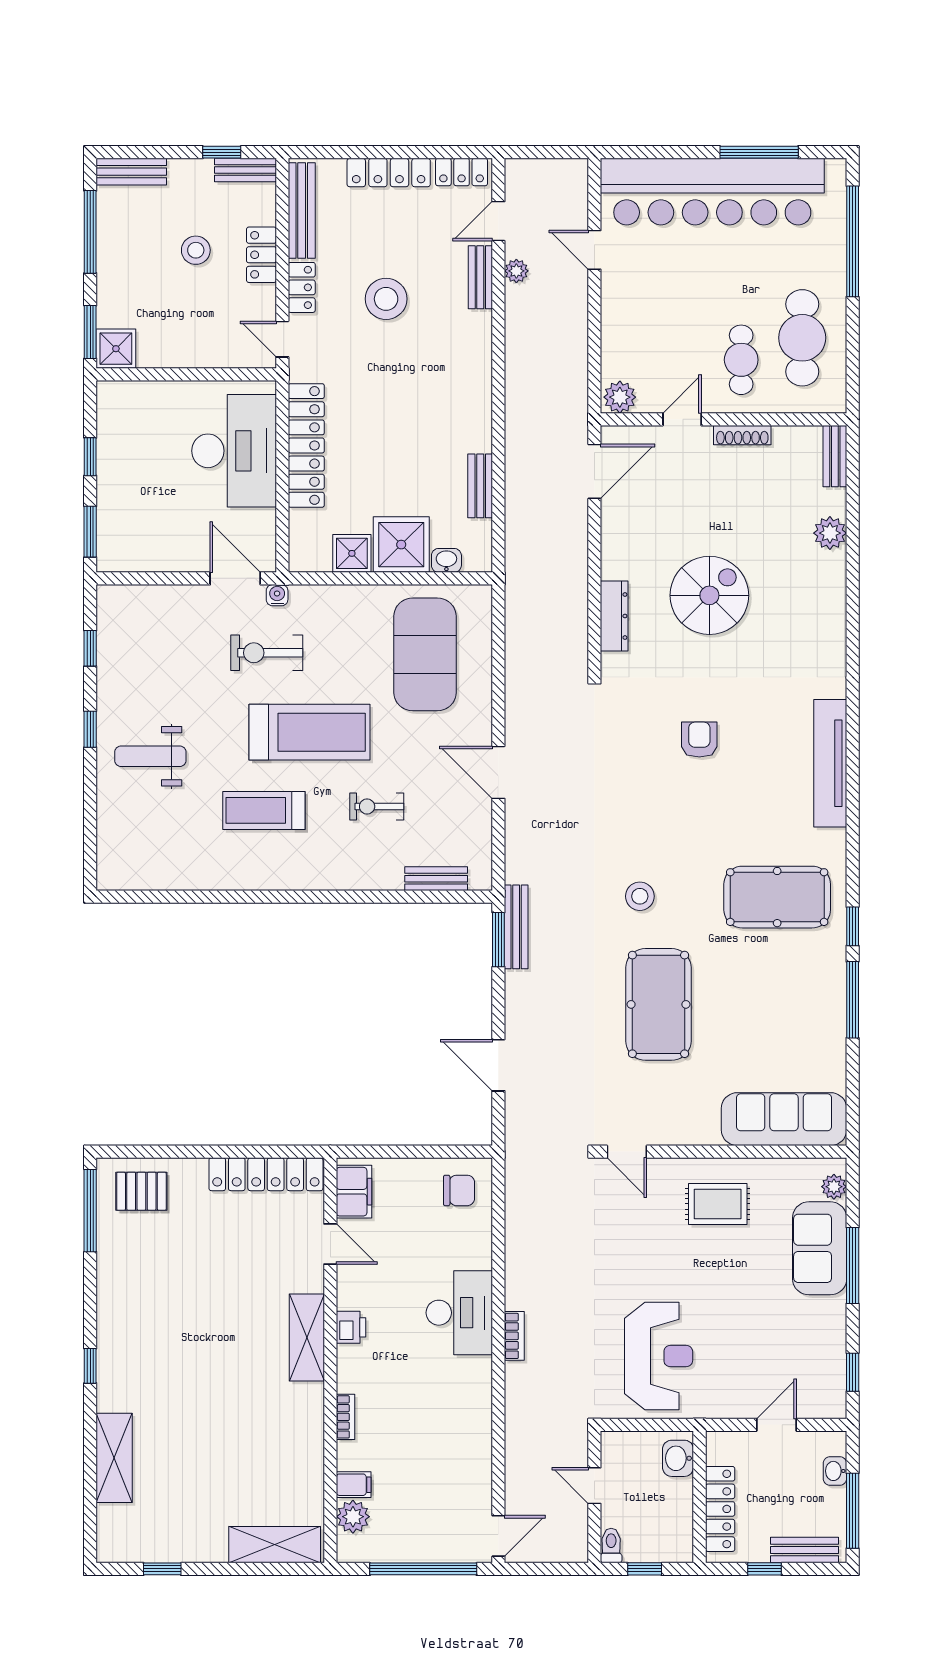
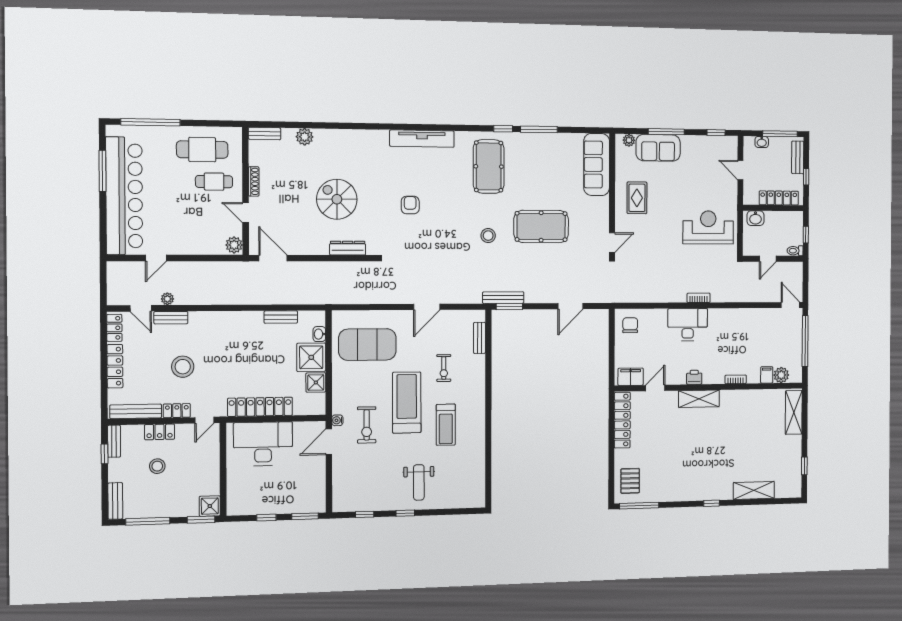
armchair: (699, 740) -> (410, 205), turned 90

